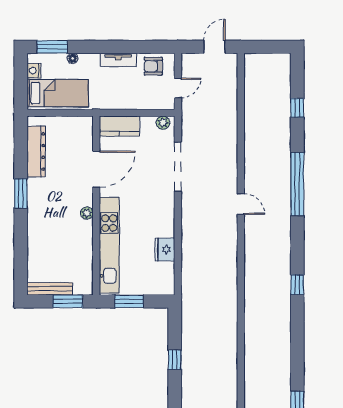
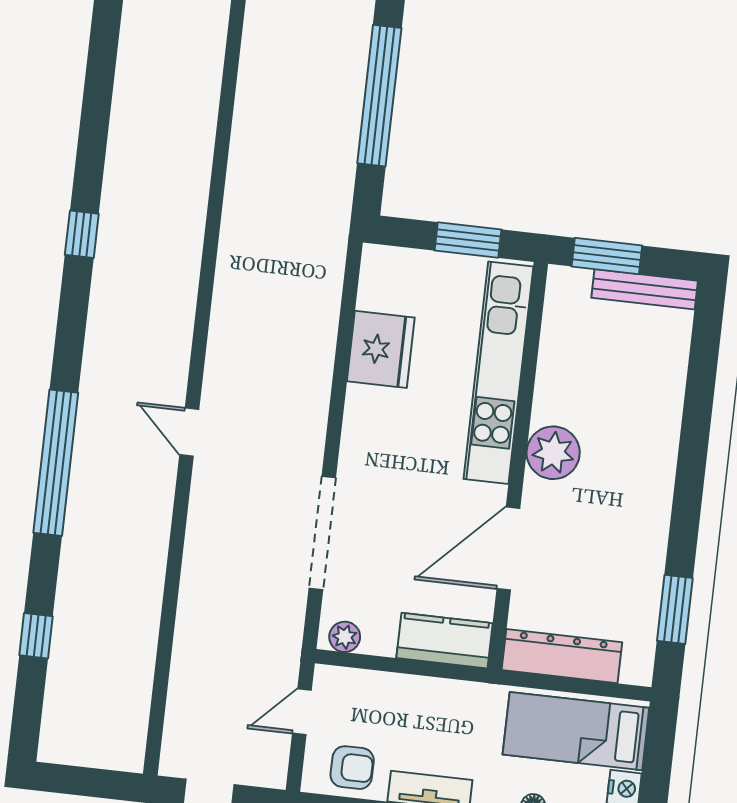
dresser: (36, 151) -> (562, 656), moved, turned 90
window: (21, 193) -> (675, 609), moved
plant: (87, 213) -> (553, 453), width x1.87, depth x1.87
fridge: (165, 249) -> (381, 349), width x1.36, depth x1.34
window: (175, 360) -> (379, 96), width x3.17

